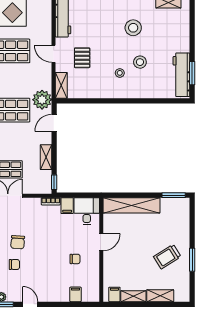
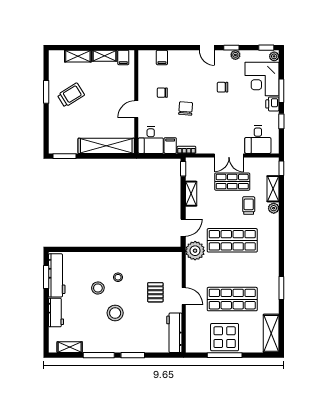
stool: (133, 28) -> (115, 313), moved
workbench: (182, 37) -> (56, 312), added
shelving: (61, 85) -> (176, 265), removed
chair: (18, 242) -> (186, 108), moved

